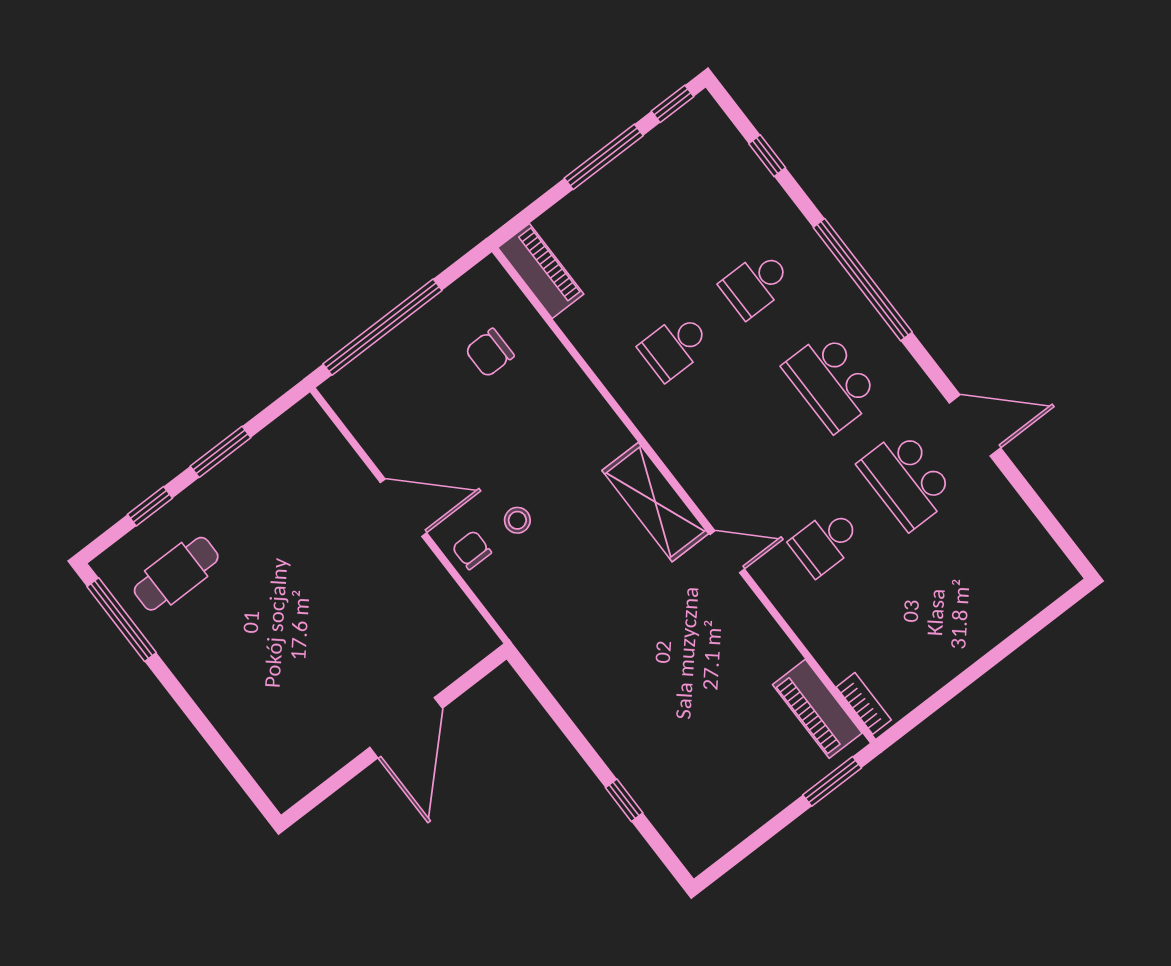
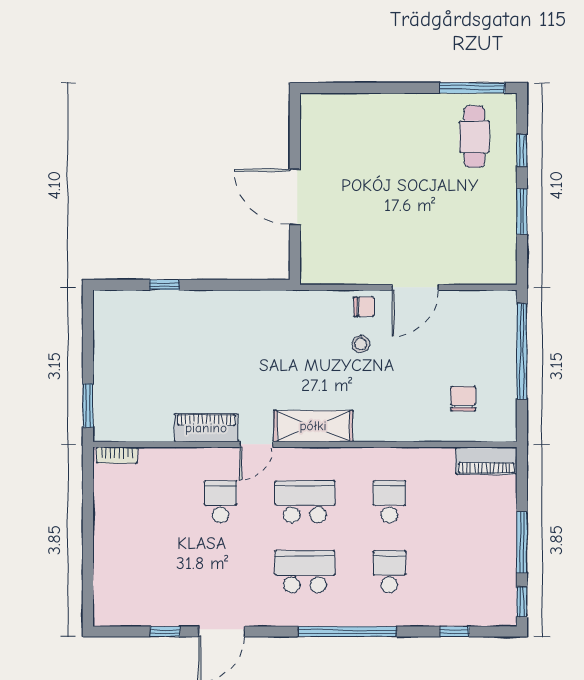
school desk: (906, 480) -> (305, 502), moved
window: (1025, 490) -> (165, 632), added
piano: (817, 709) -> (206, 428), moved

